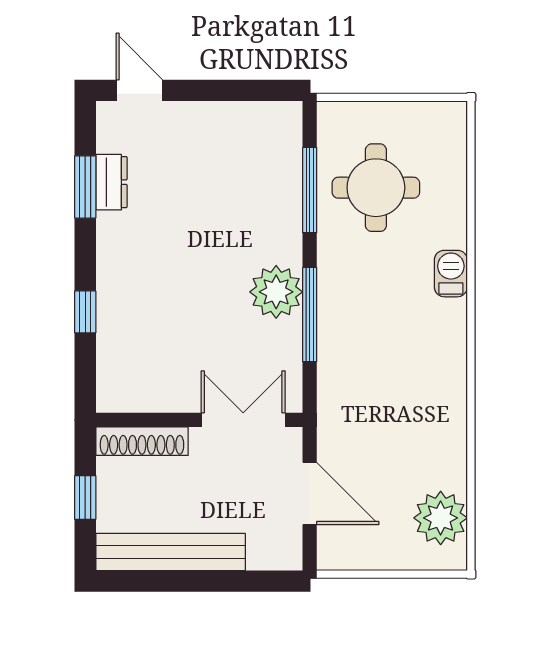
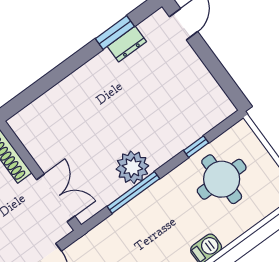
window: (310, 190) -> (196, 147), width x0.46
window: (85, 312) -> (52, 79), removed

